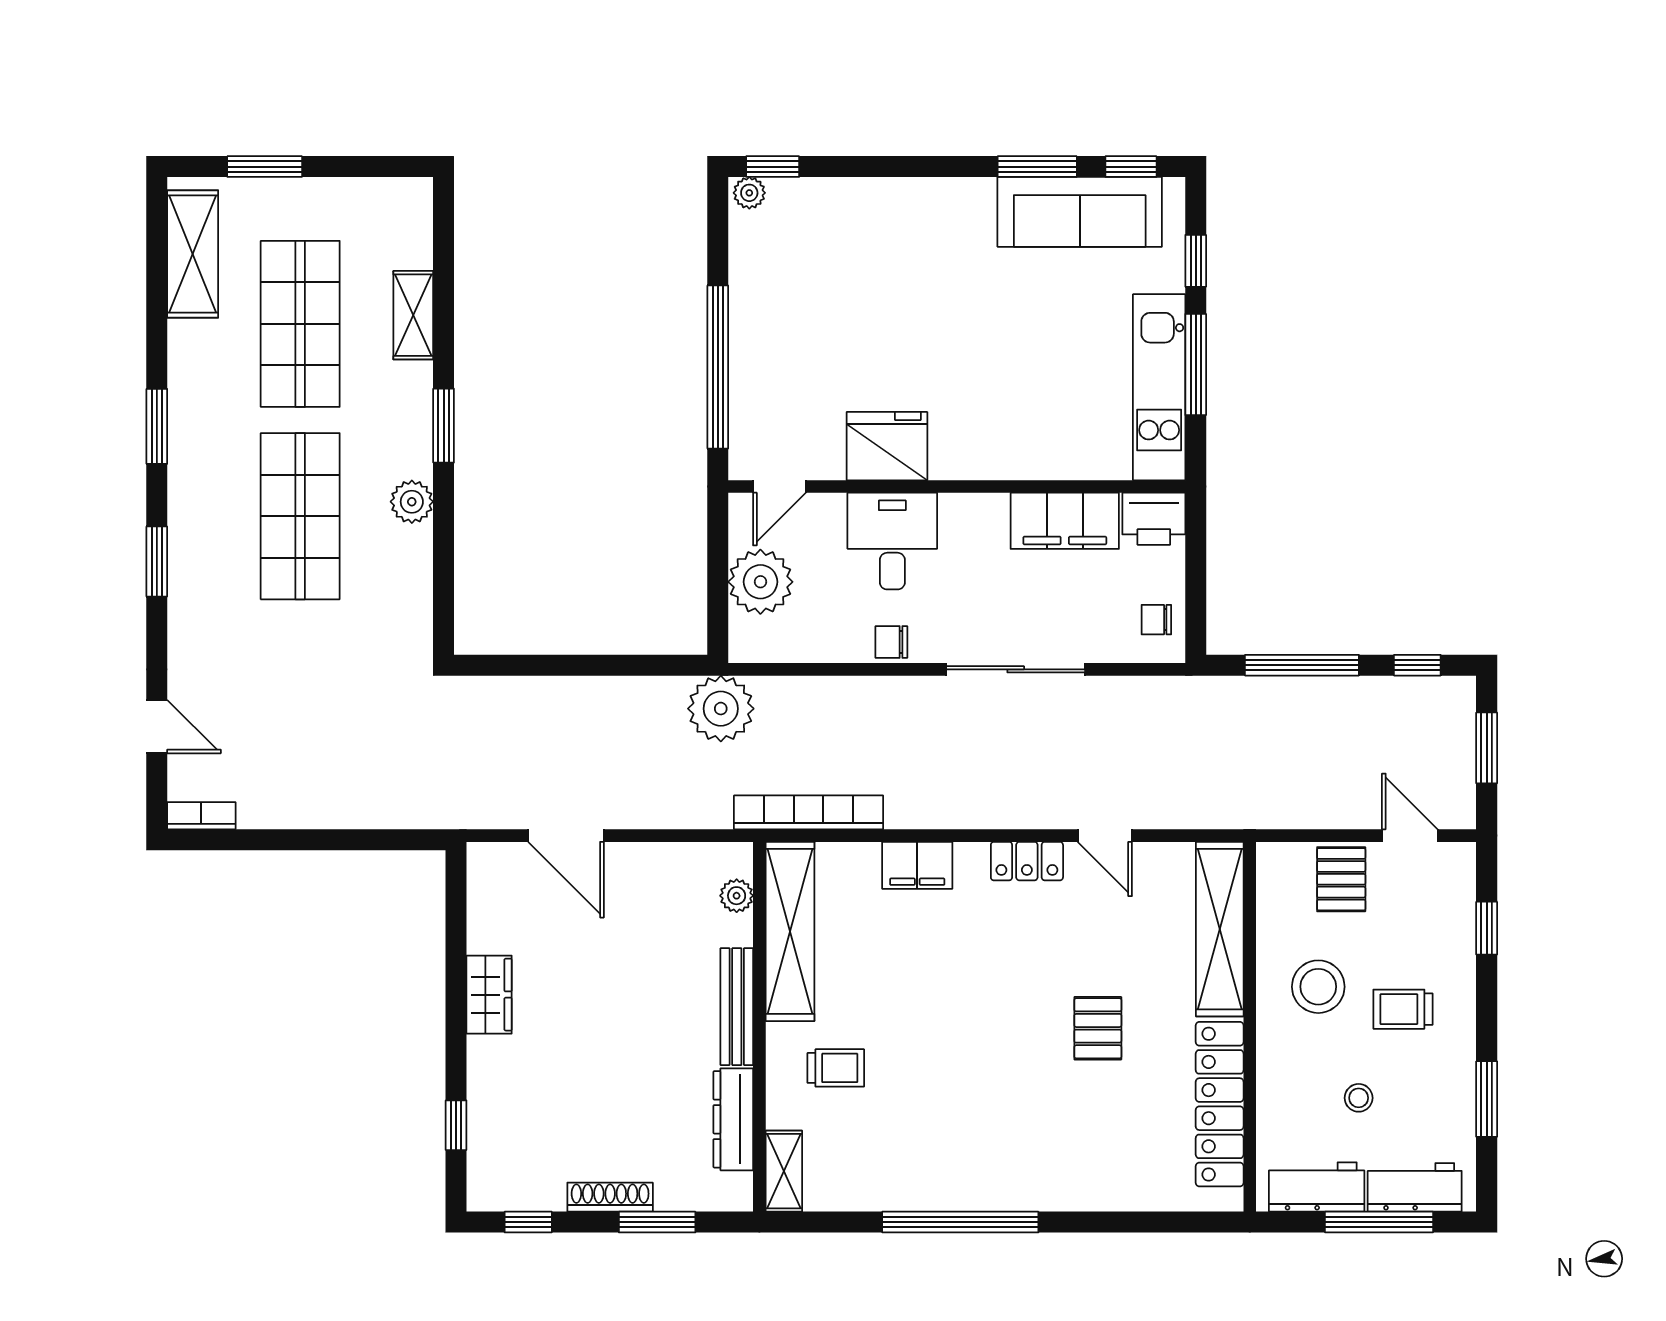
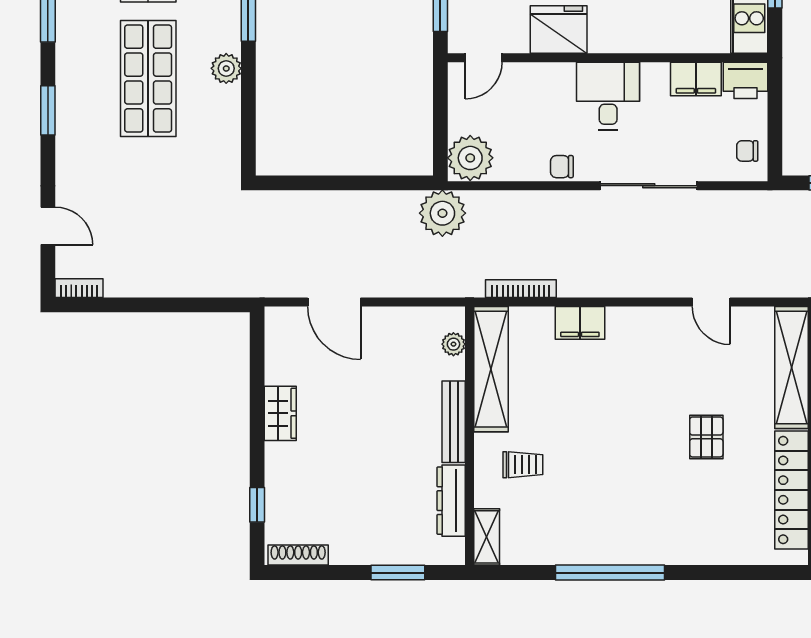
filing cabinet: (1065, 521) -> (696, 79), width x0.67, depth x0.86
desk: (892, 541) -> (608, 96), moved
plant: (760, 582) -> (470, 158), moved
bookcase: (809, 812) -> (521, 289), width x0.68, depth x0.76
locker: (1027, 861) -> (657, 320), removed
shoe rack: (610, 1197) -> (298, 555), moved
window: (528, 1222) -> (308, 573), removed

